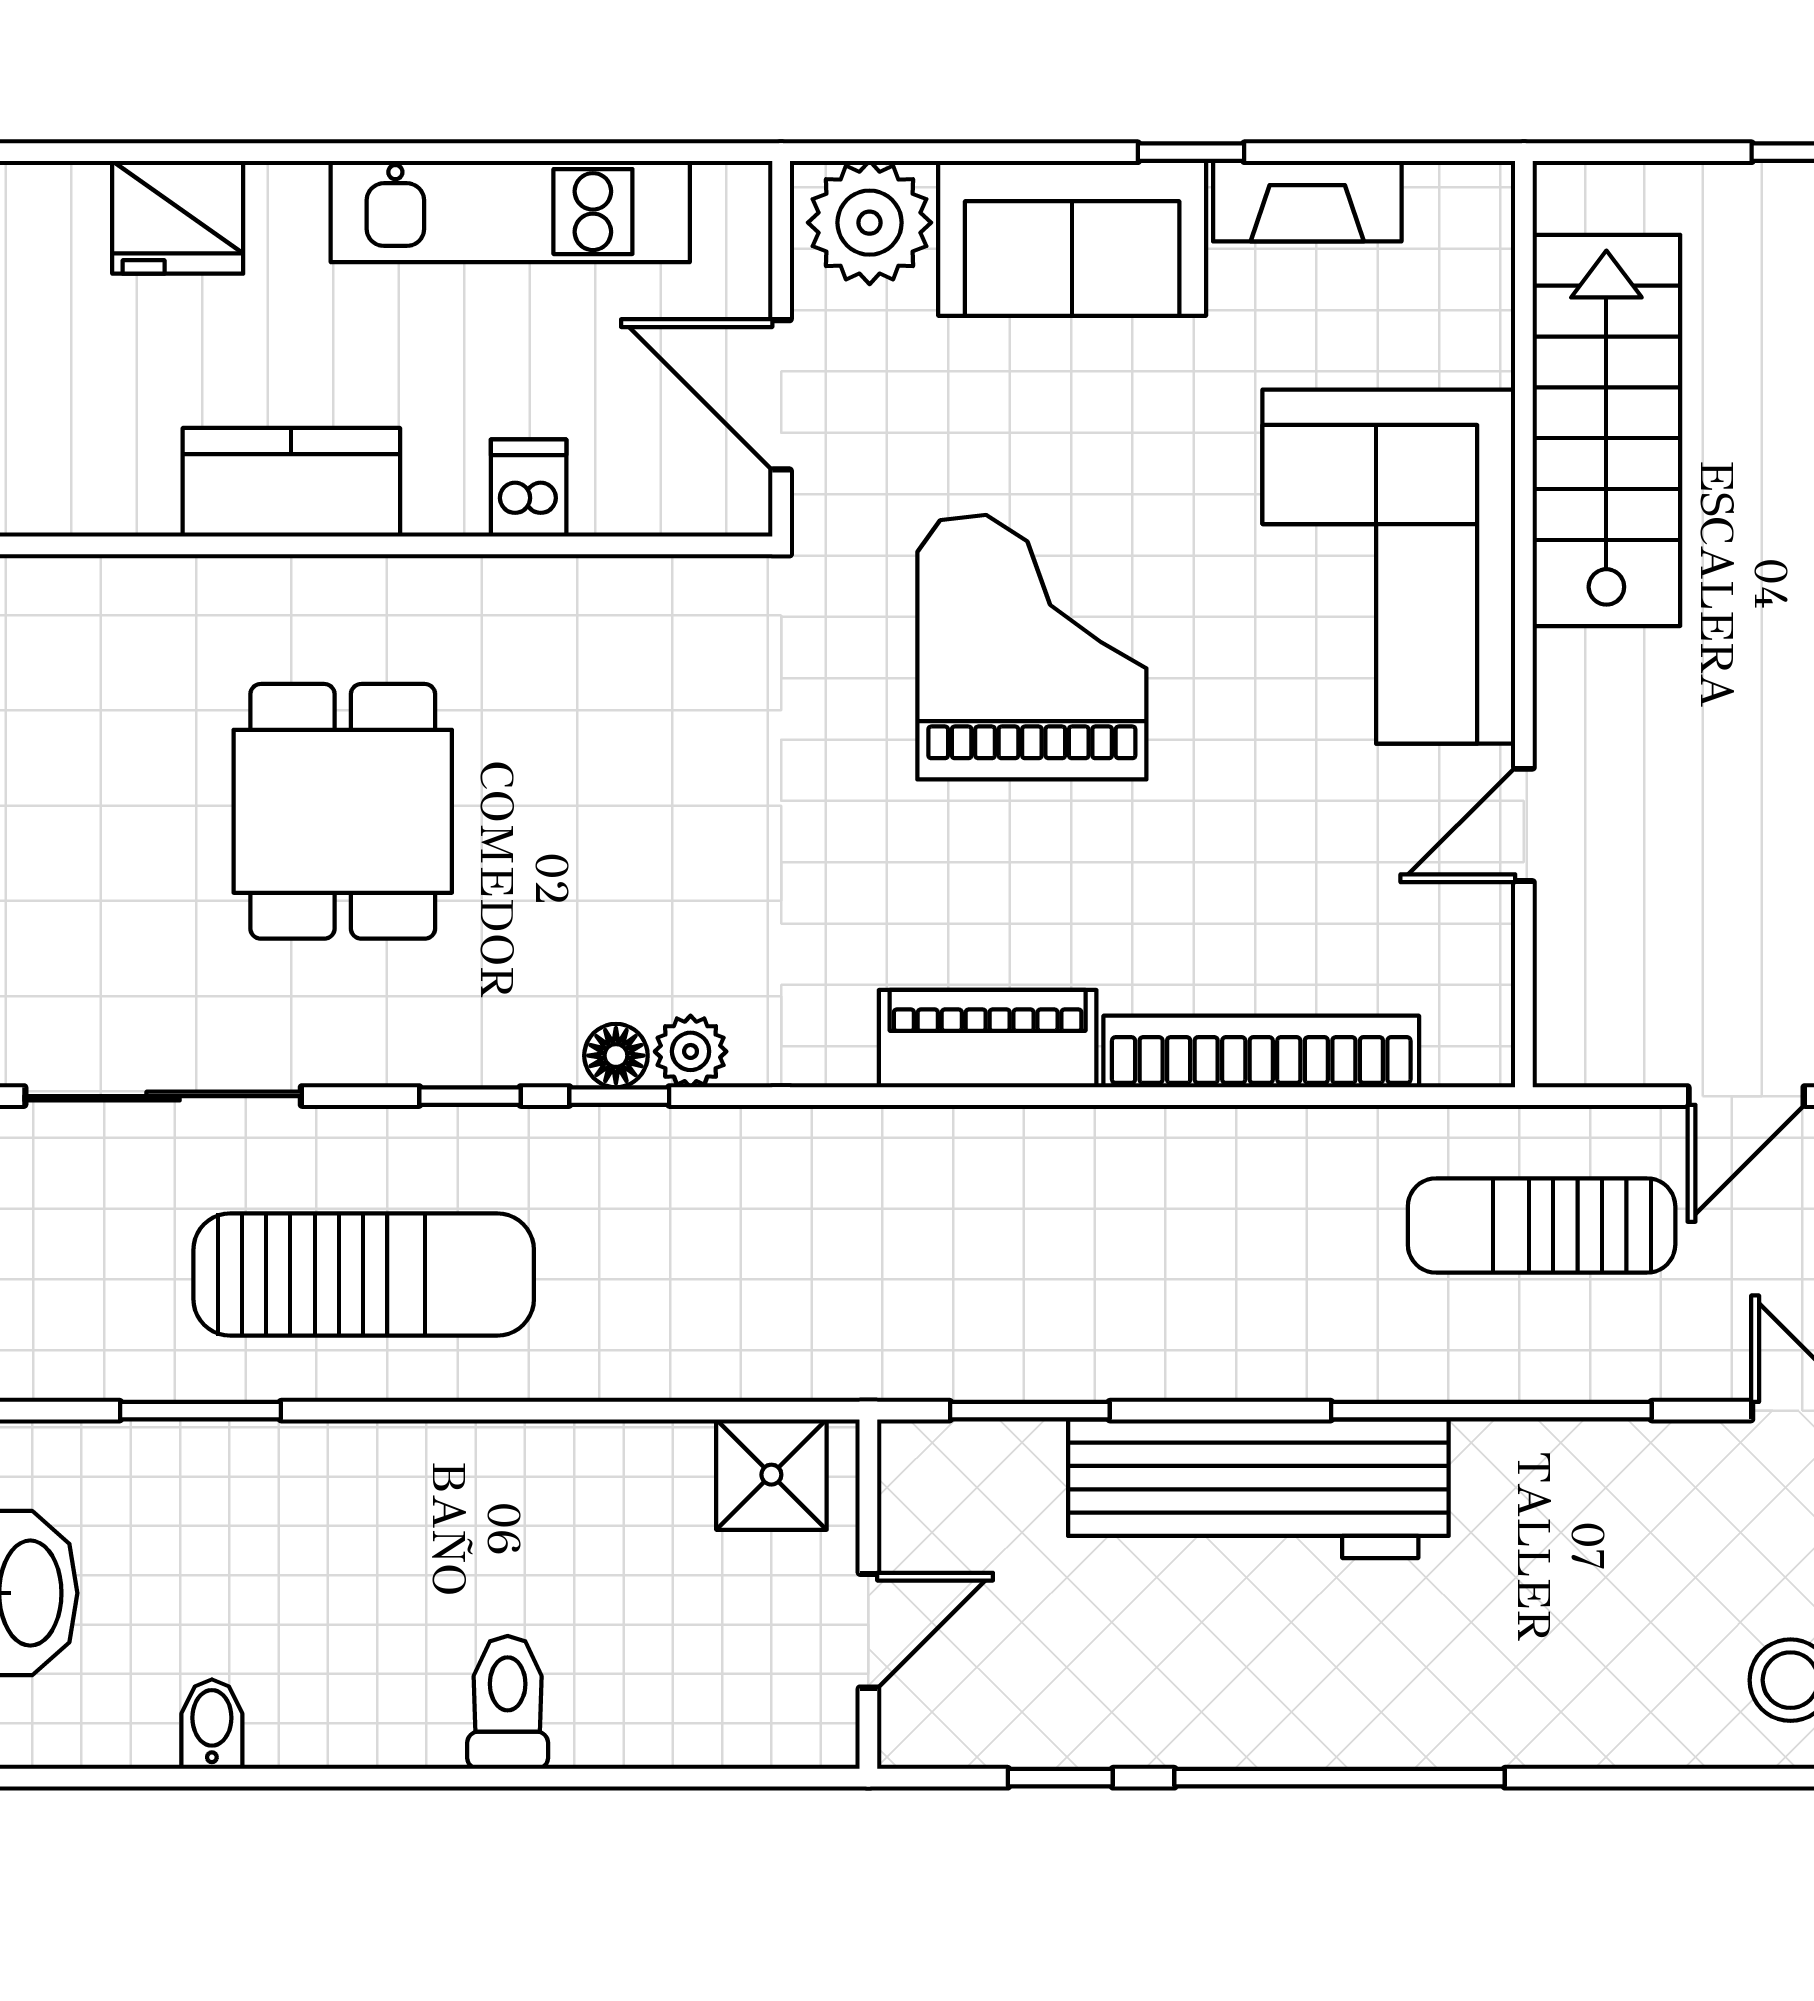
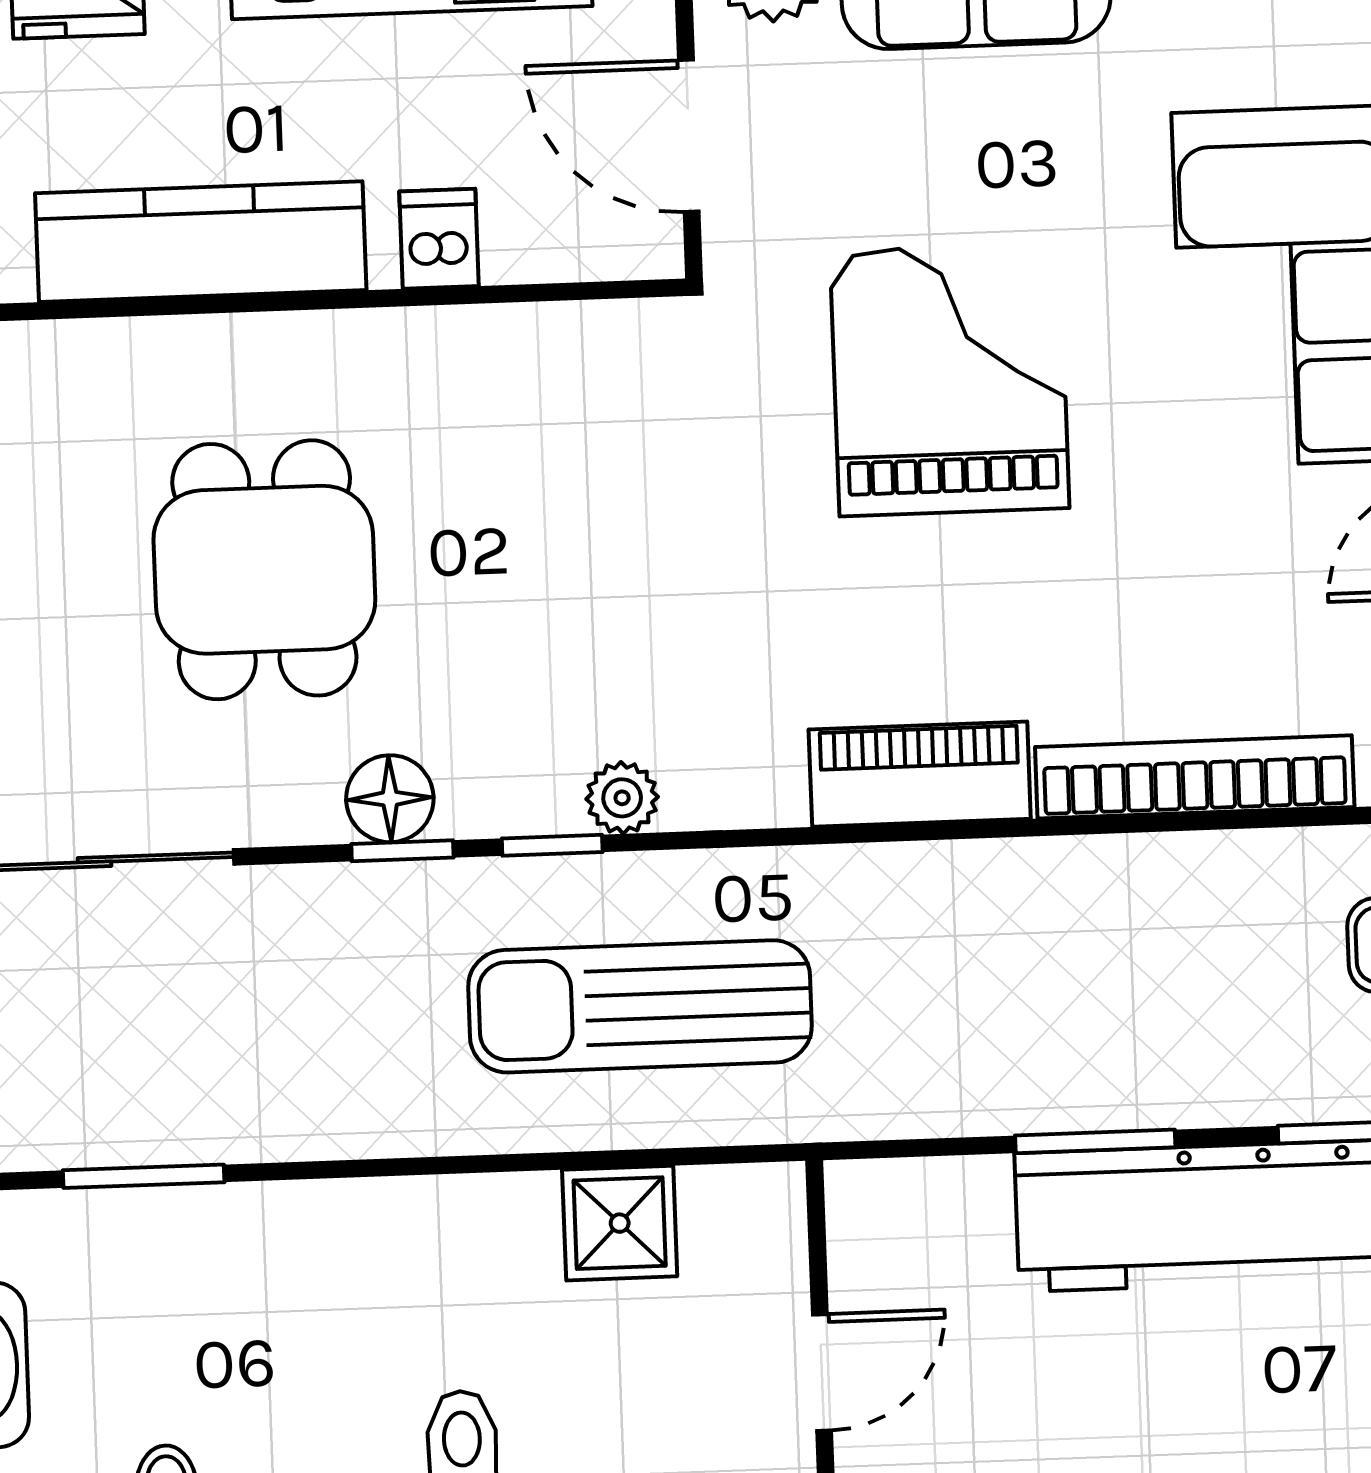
kitchen counter: (291, 482) -> (201, 242), width x1.50
floor lamp: (616, 1056) -> (390, 799), moved, width x1.37, depth x1.37
sun lounger: (364, 1274) -> (640, 1006), moved, turned 180
window: (1030, 1411) -> (1095, 1141), moved
shower: (771, 1475) -> (620, 1223), moved

